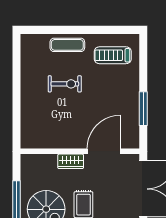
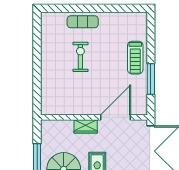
treadmill: (113, 55) -> (135, 58), moved, turned -90
exercise bike: (65, 84) -> (80, 57), turned -90

